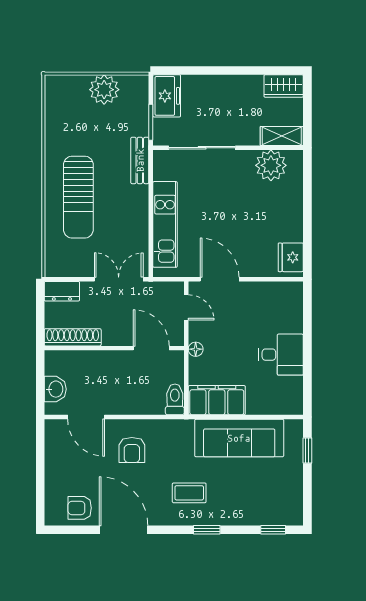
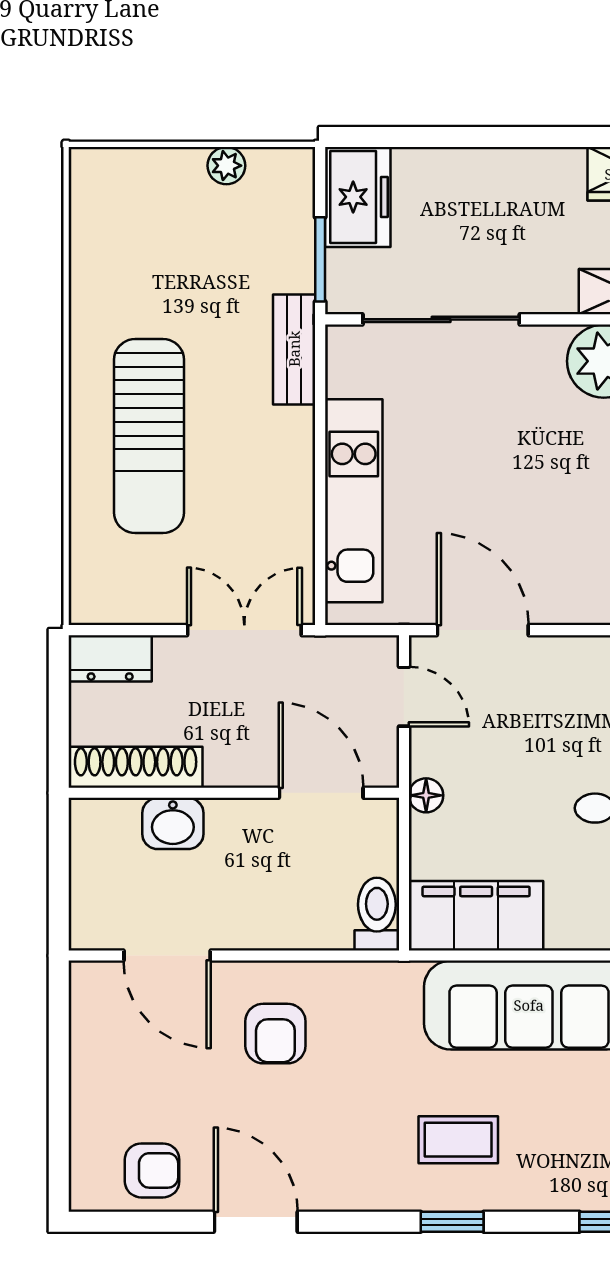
plant: (104, 90) -> (226, 166), width x0.53, depth x0.53
washbasin: (55, 389) -> (173, 823), moved, turned 90
coffee table: (189, 493) -> (458, 1140), moved
armchair: (80, 508) -> (152, 1170), turned 180
door: (124, 530) -> (256, 1222), width x0.73

